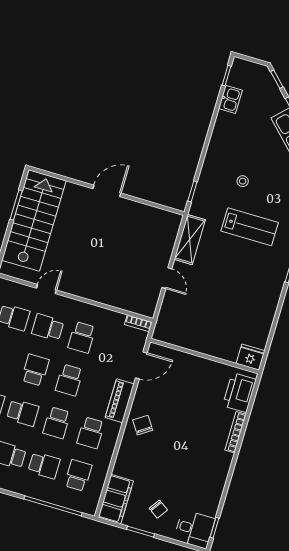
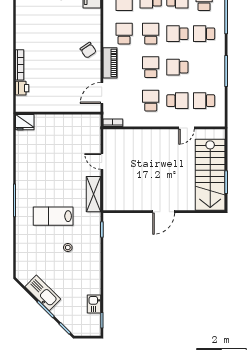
school desk: (35, 370) -> (177, 67), turned 90
printer: (239, 393) -> (22, 88), width x0.53, depth x0.68

